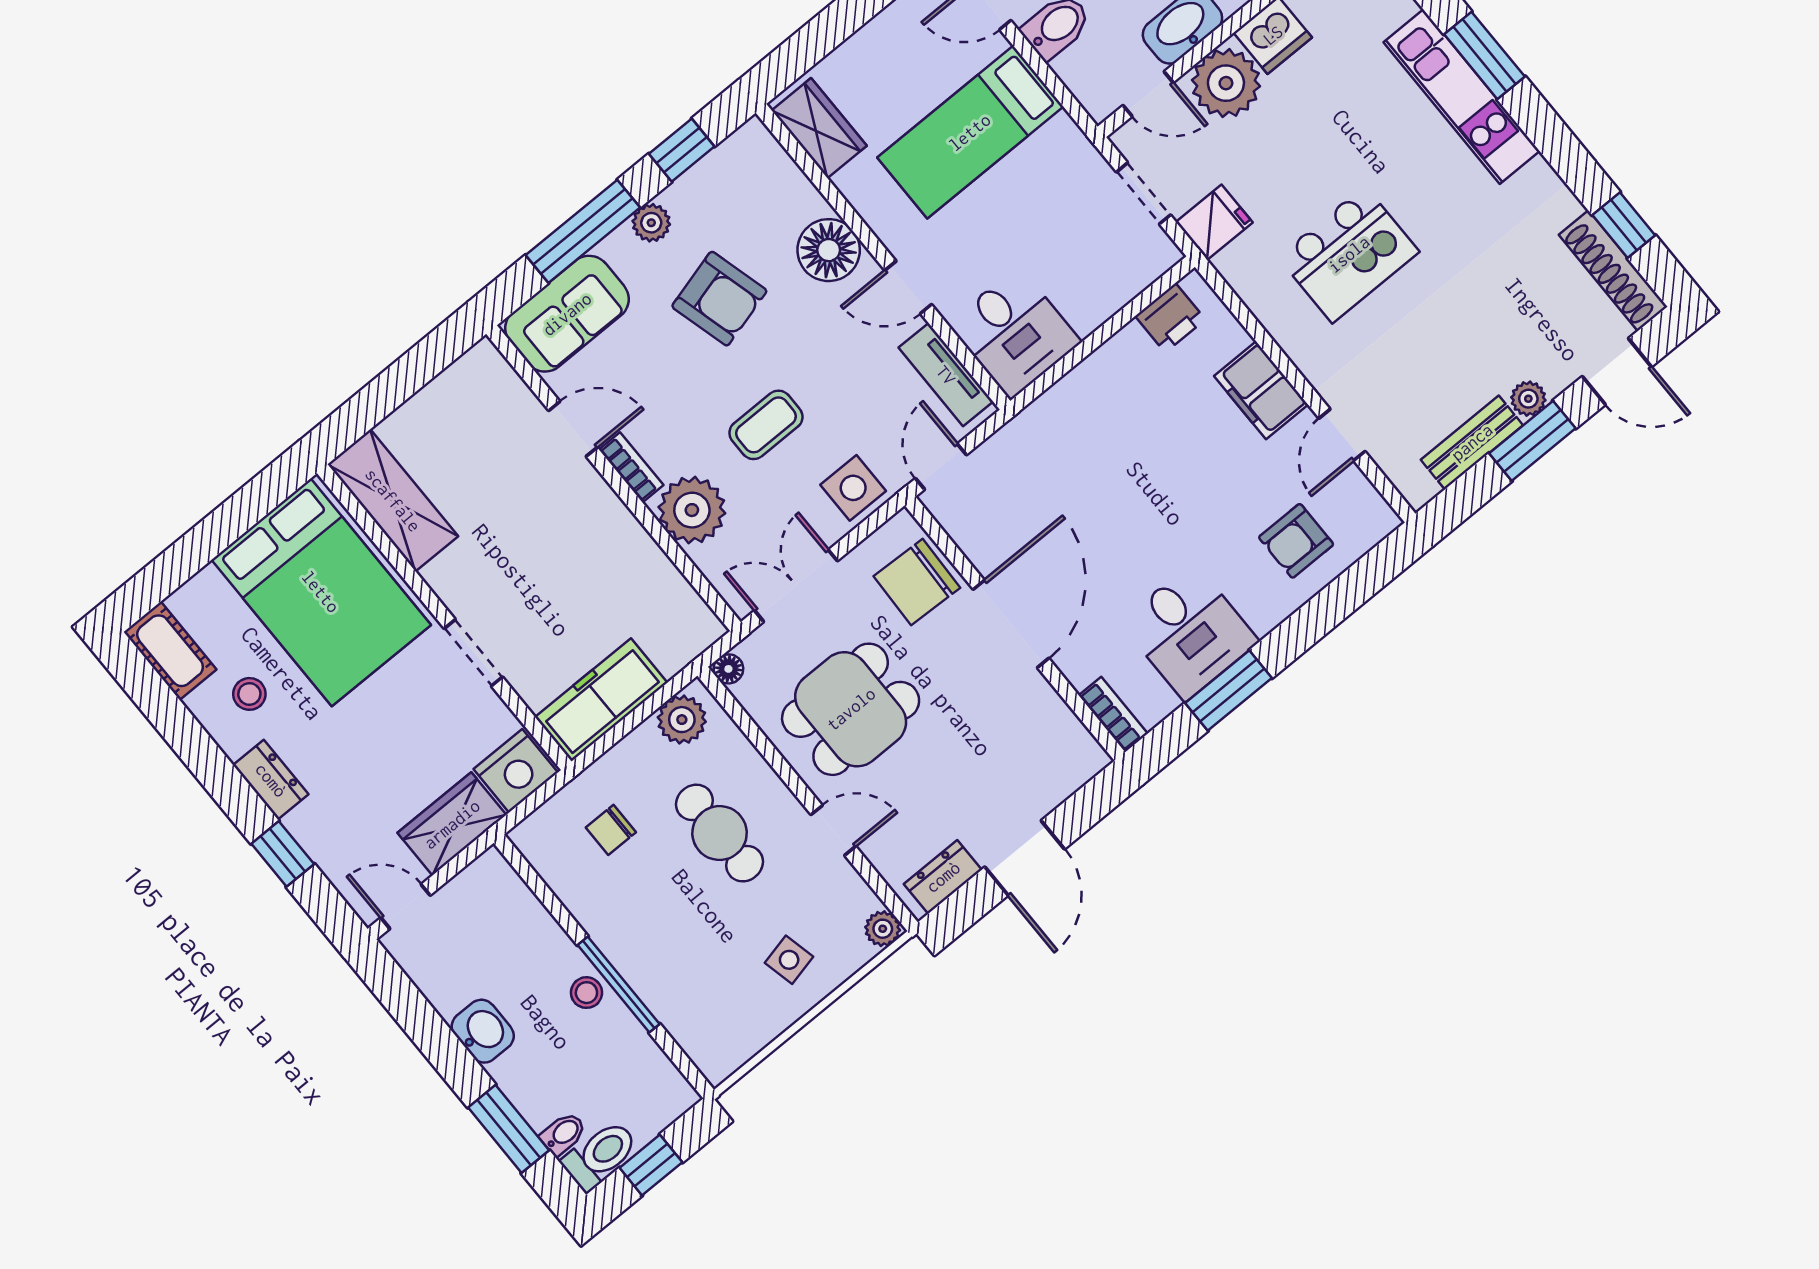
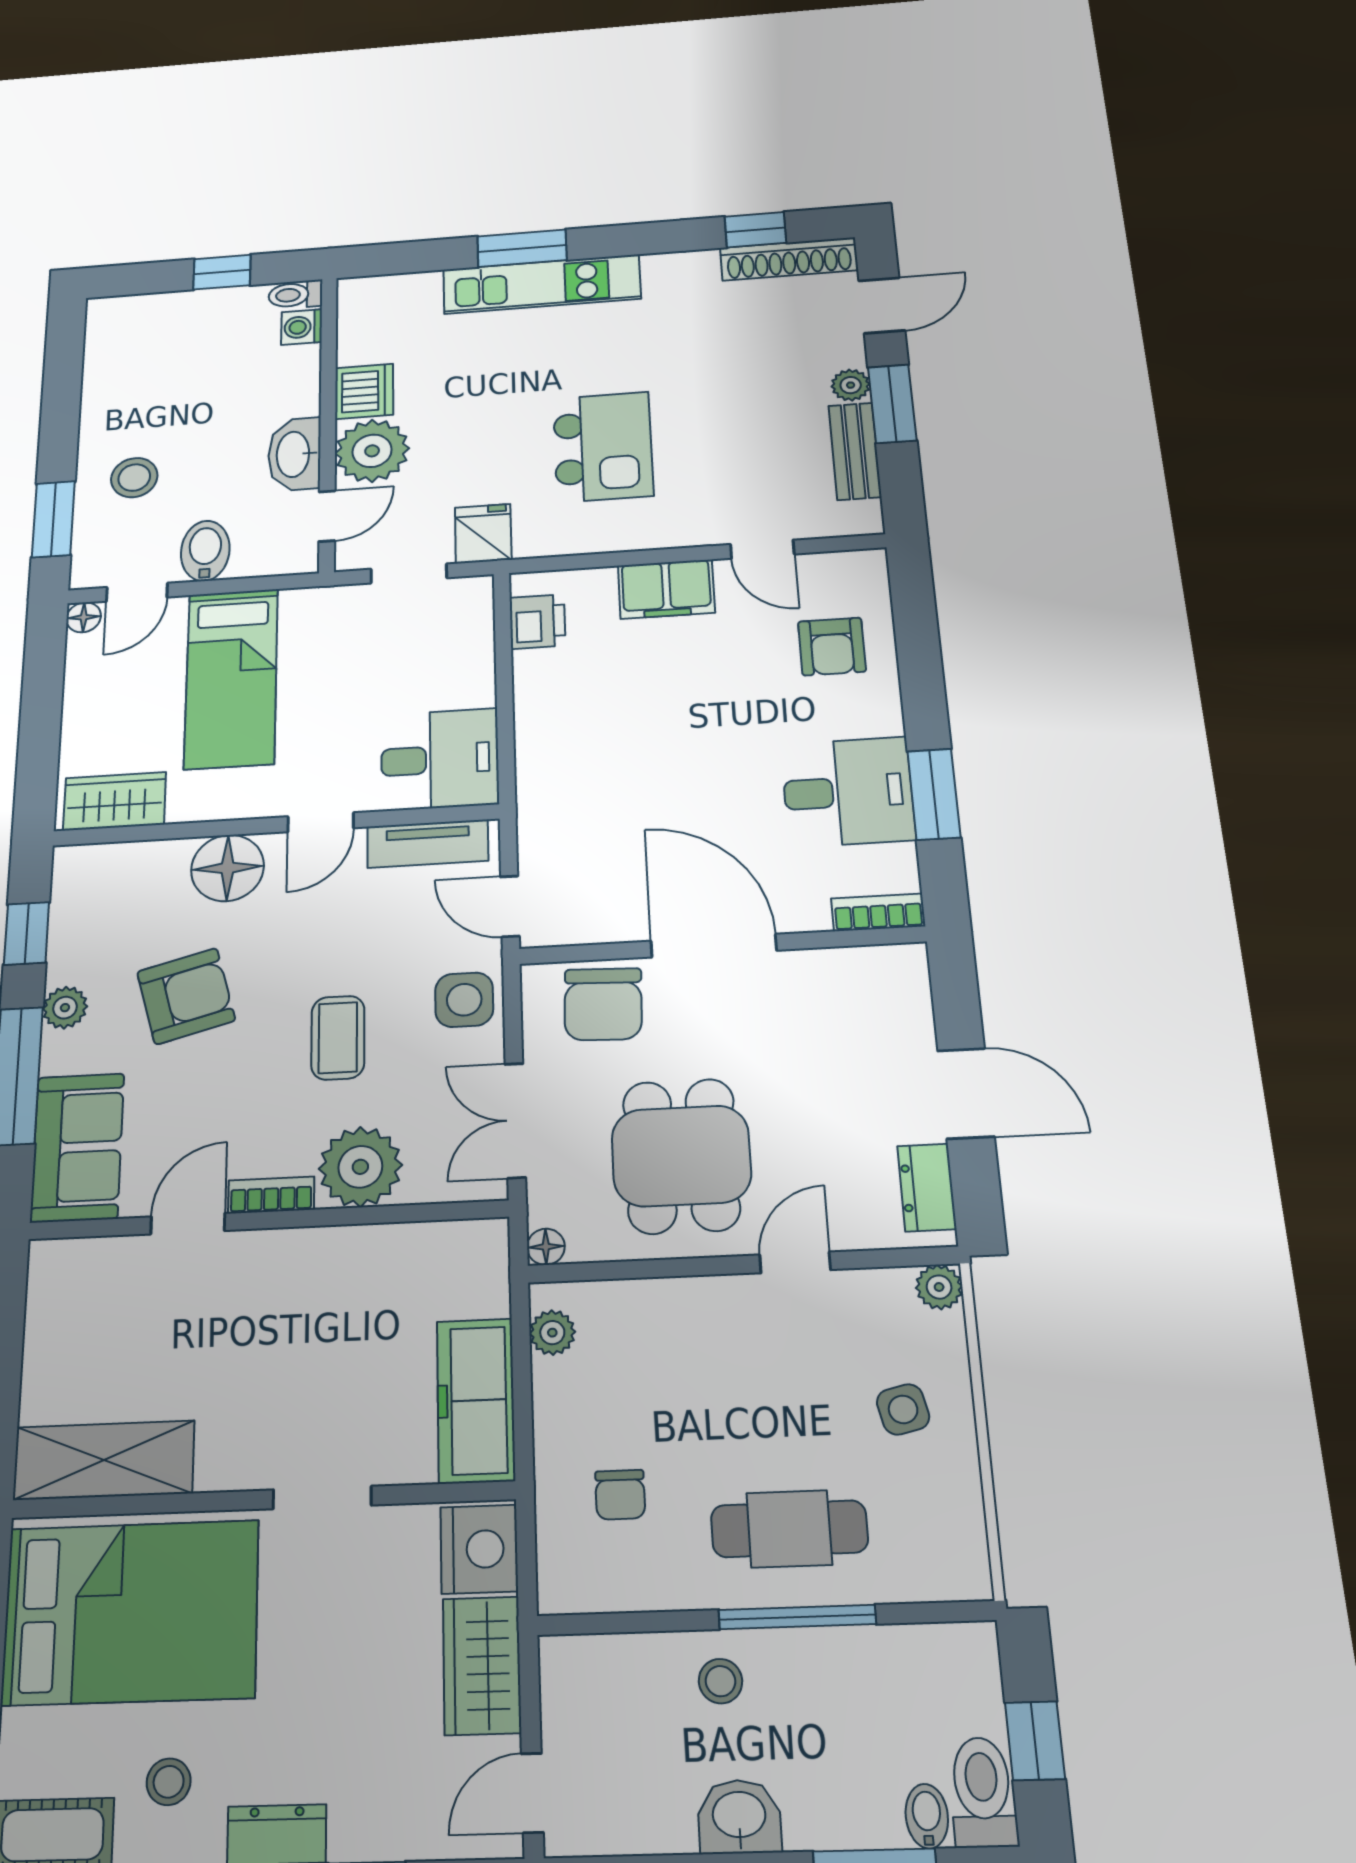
plant: (682, 720) -> (552, 1333), width x0.73, depth x0.73
cafe table: (720, 833) -> (789, 1529), moved
stool: (586, 993) -> (720, 1681), moved

